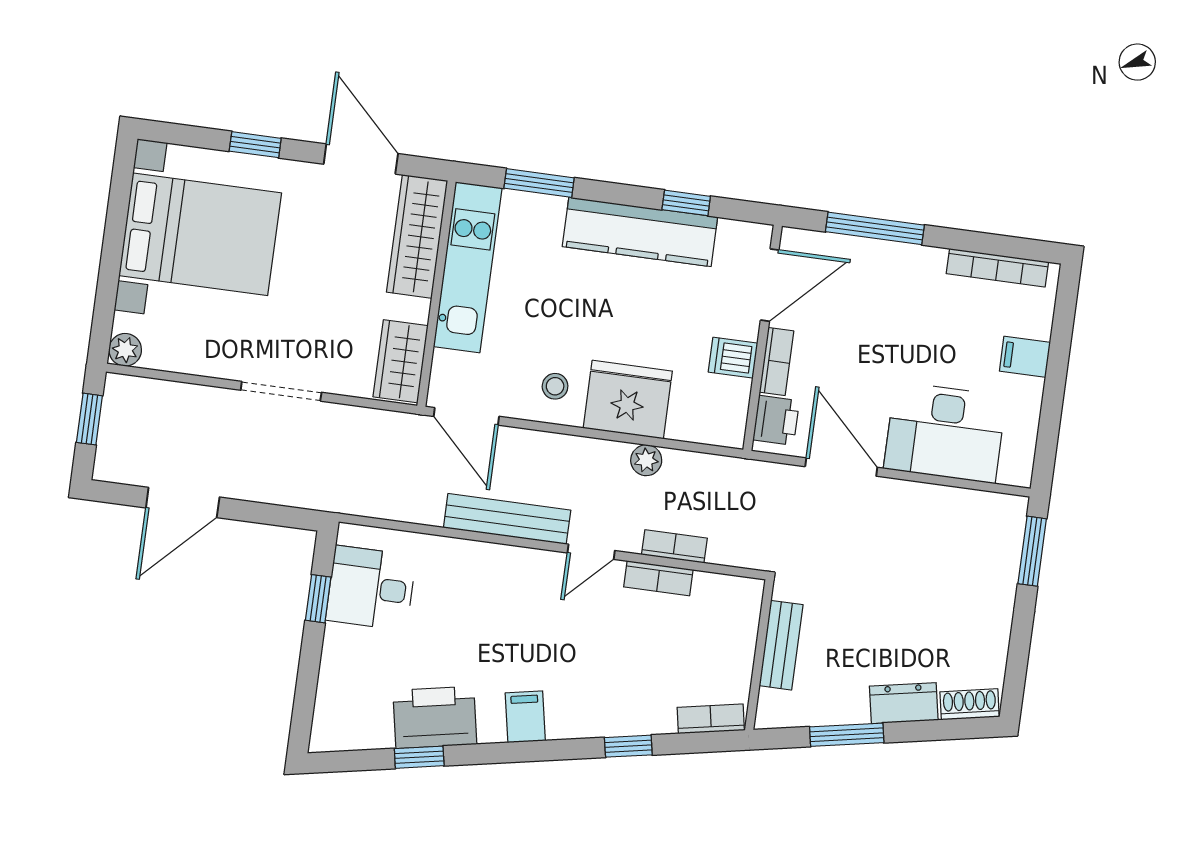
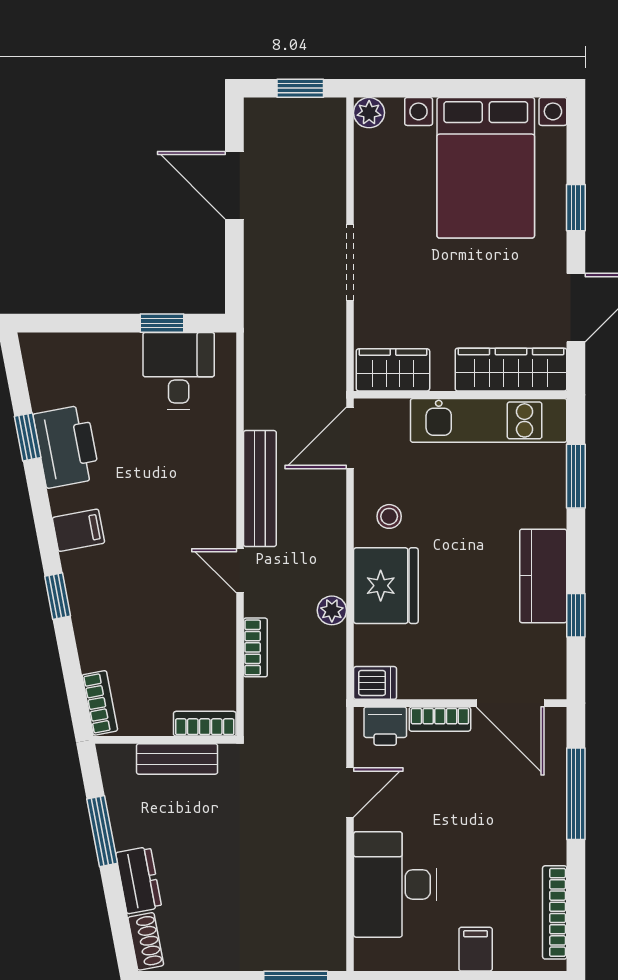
kitchen counter: (640, 232) -> (543, 576), width x0.67
dishwasher: (733, 358) -> (375, 683), moved, turned 90
door: (841, 467) -> (350, 792), width x0.73
bookcase: (658, 578) -> (205, 724), moved, turned 90
window: (628, 746) -> (58, 596), moved

